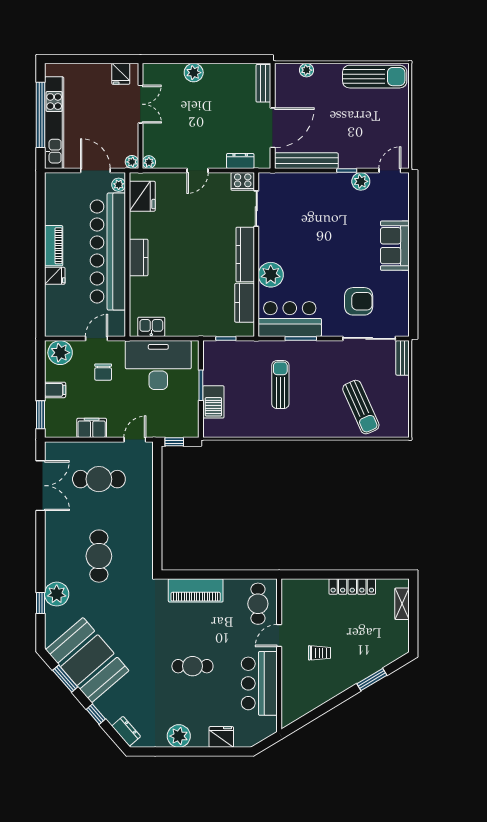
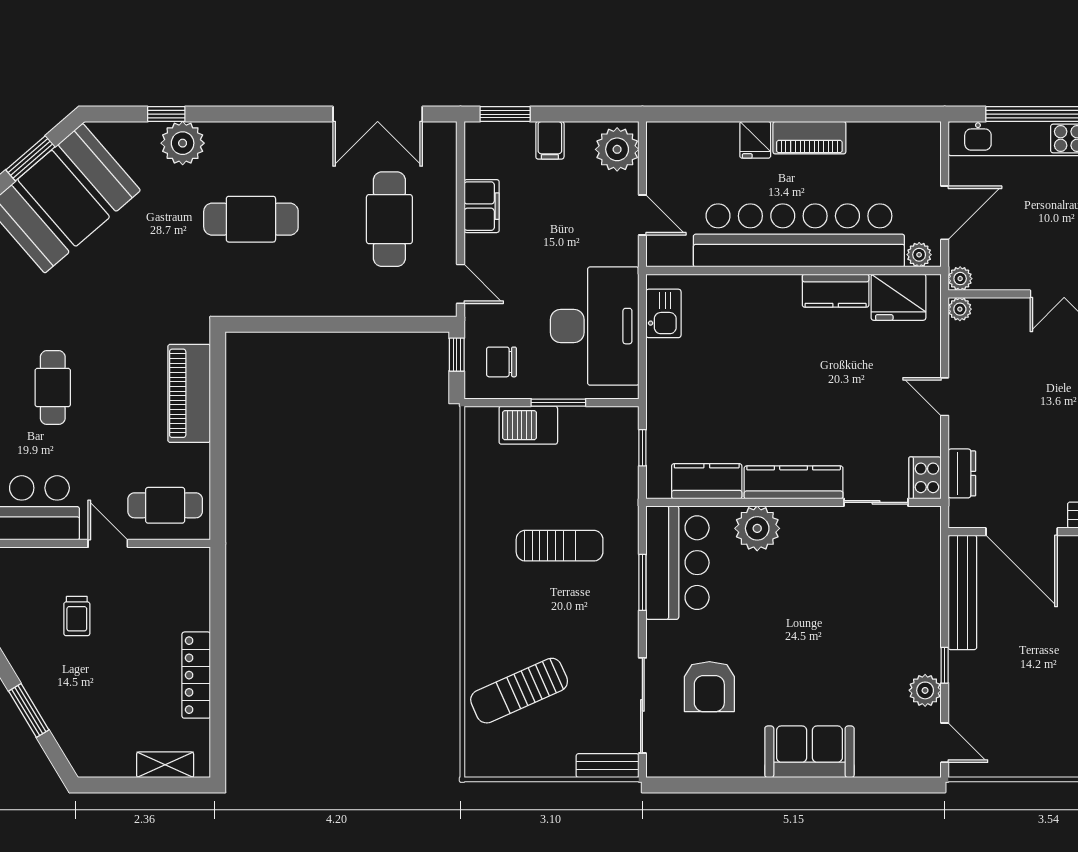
kitchen counter: (139, 258) -> (836, 291), moved
chair: (103, 372) -> (501, 362), moved

